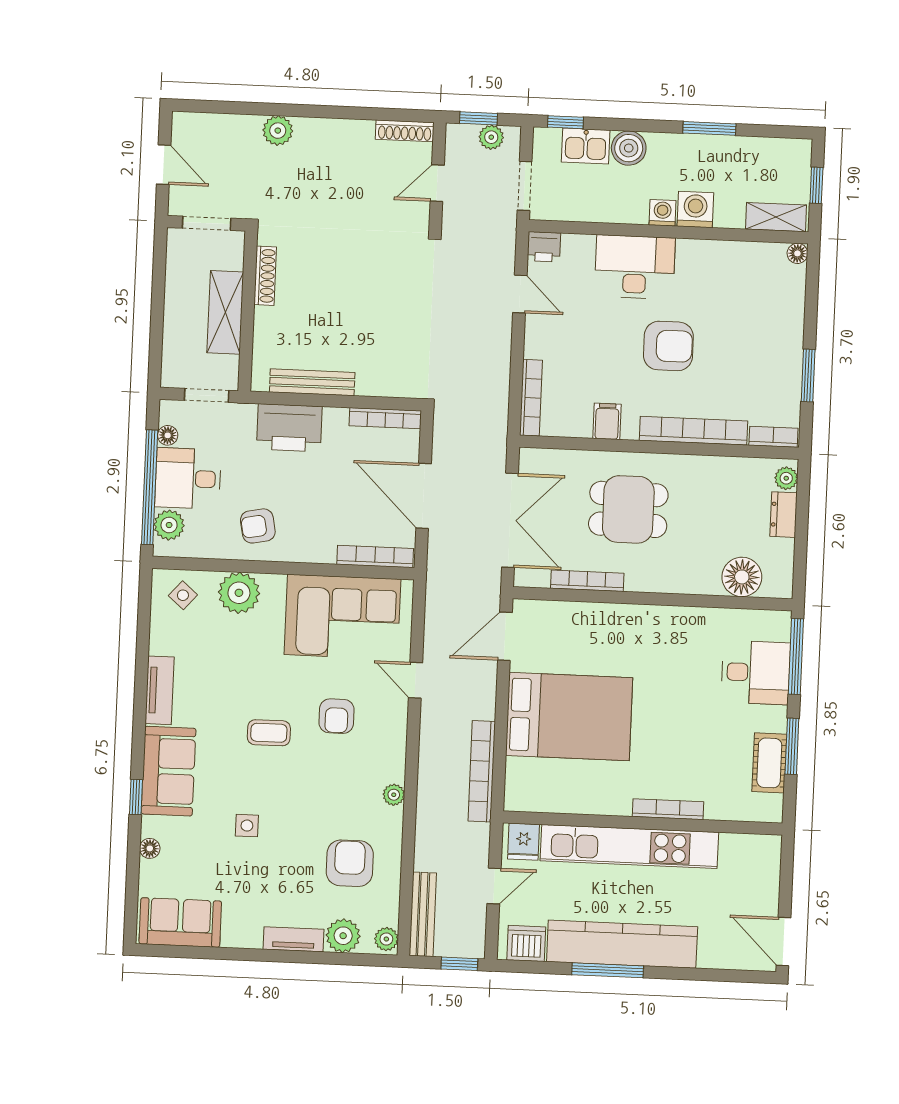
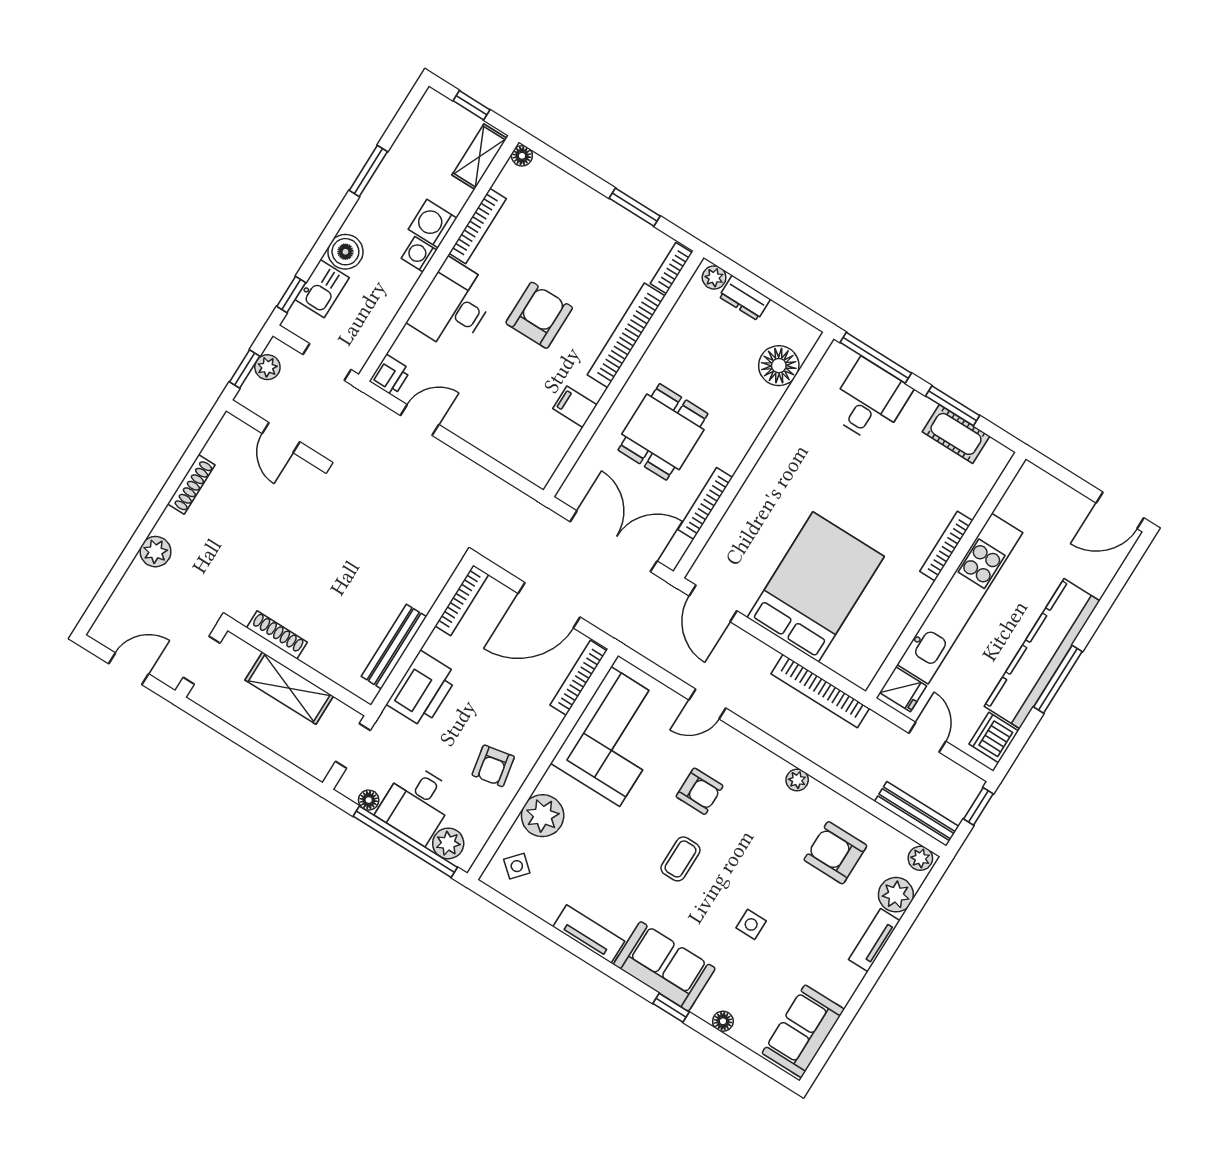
shoe rack: (405, 131) -> (191, 484), moved
bookcase: (531, 398) -> (478, 226), moved, turned 90

